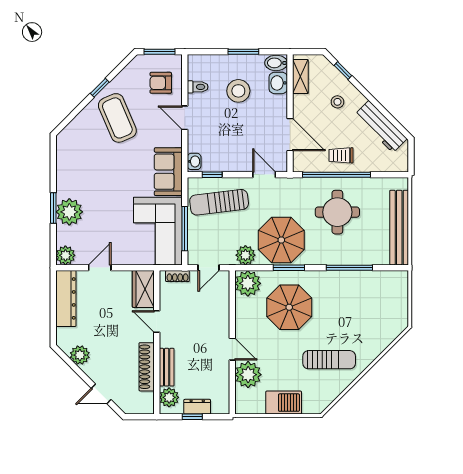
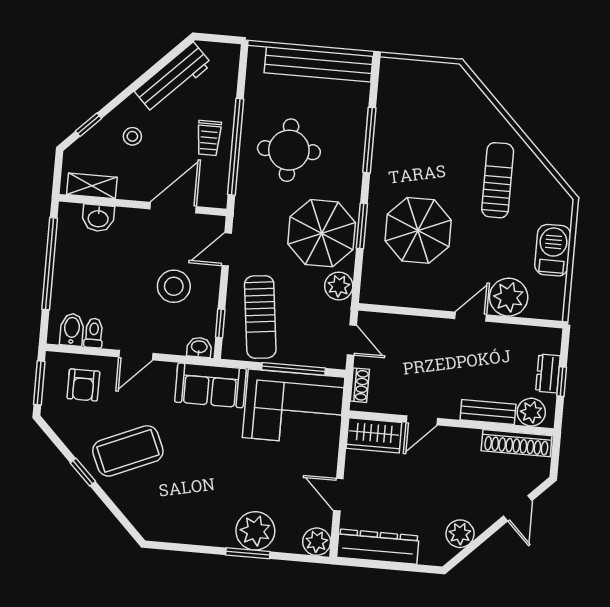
window: (243, 52) -> (50, 264), width x2.11
bidet: (276, 63) -> (72, 330), moved, turned 180
stool: (238, 91) -> (174, 286), moved
plant: (248, 283) -> (379, 286), removed
shoe rack: (147, 367) -> (517, 443), moved

